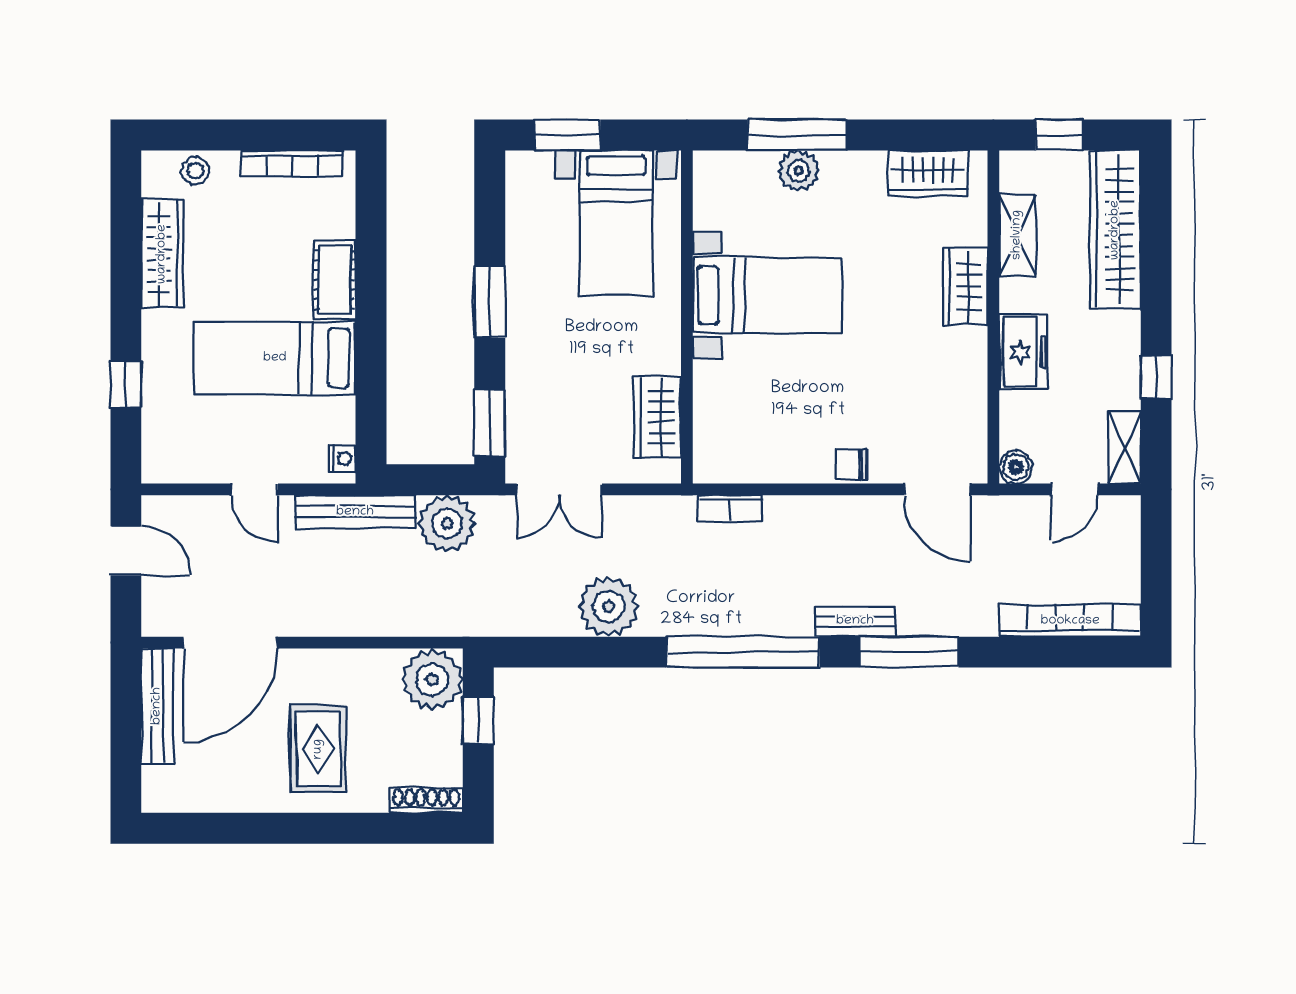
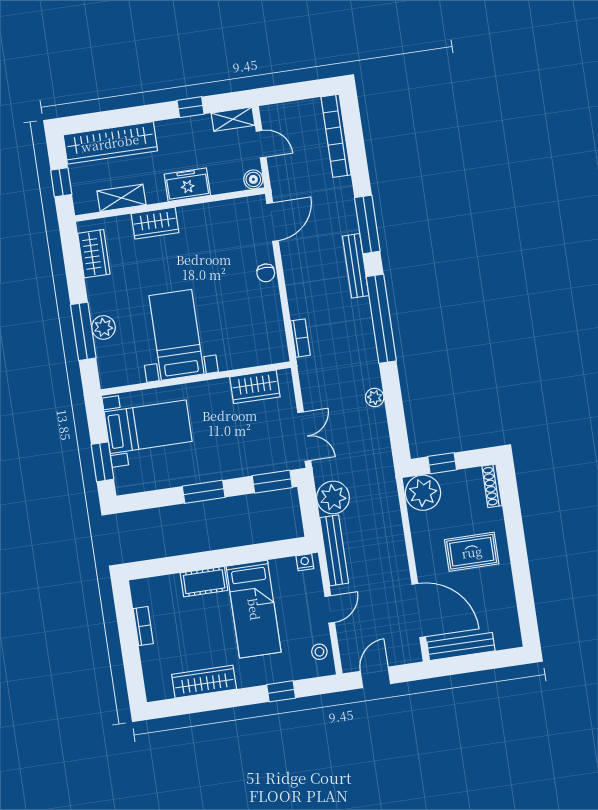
bookcase: (292, 163) -> (143, 626), width x0.64
stool: (195, 171) -> (319, 652), moved
plant: (609, 607) -> (375, 398), width x0.53, depth x0.53
bench: (855, 621) -> (356, 266), width x1.36

